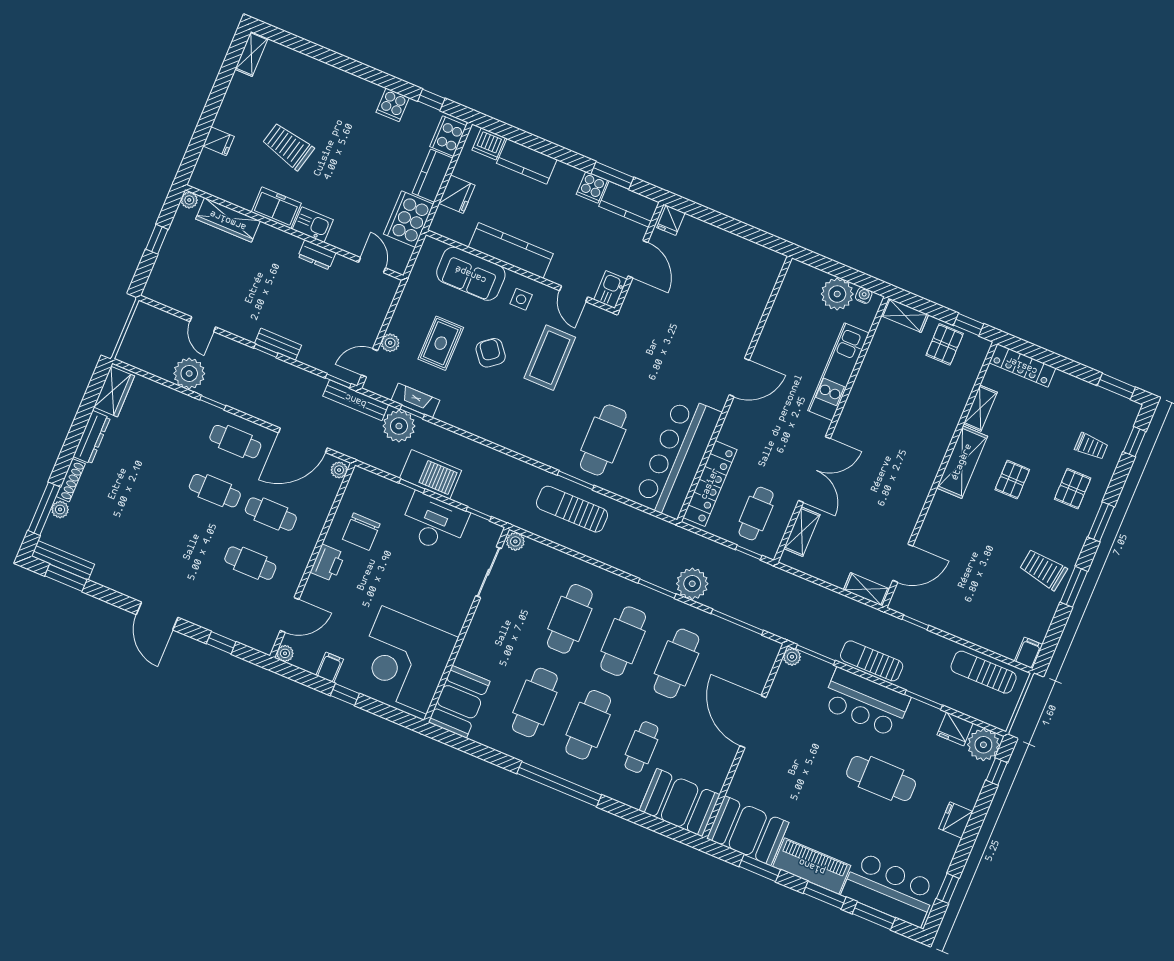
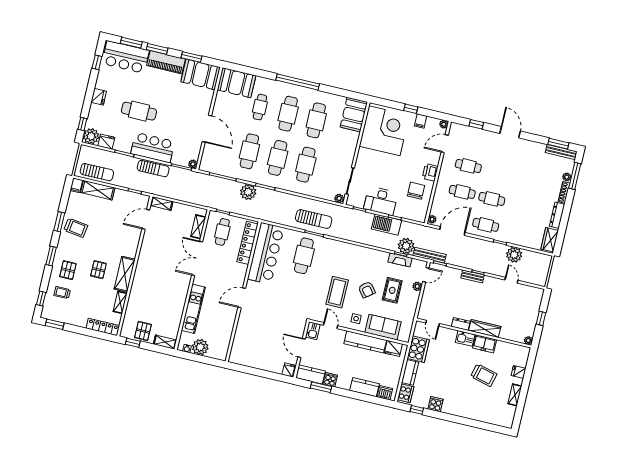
shelving: (251, 54) -> (515, 395), moved
fridge: (457, 194) -> (393, 348), moved, turned -90
wardrobe: (228, 220) -> (485, 328), moved
shelving: (988, 636) -> (98, 190), added

